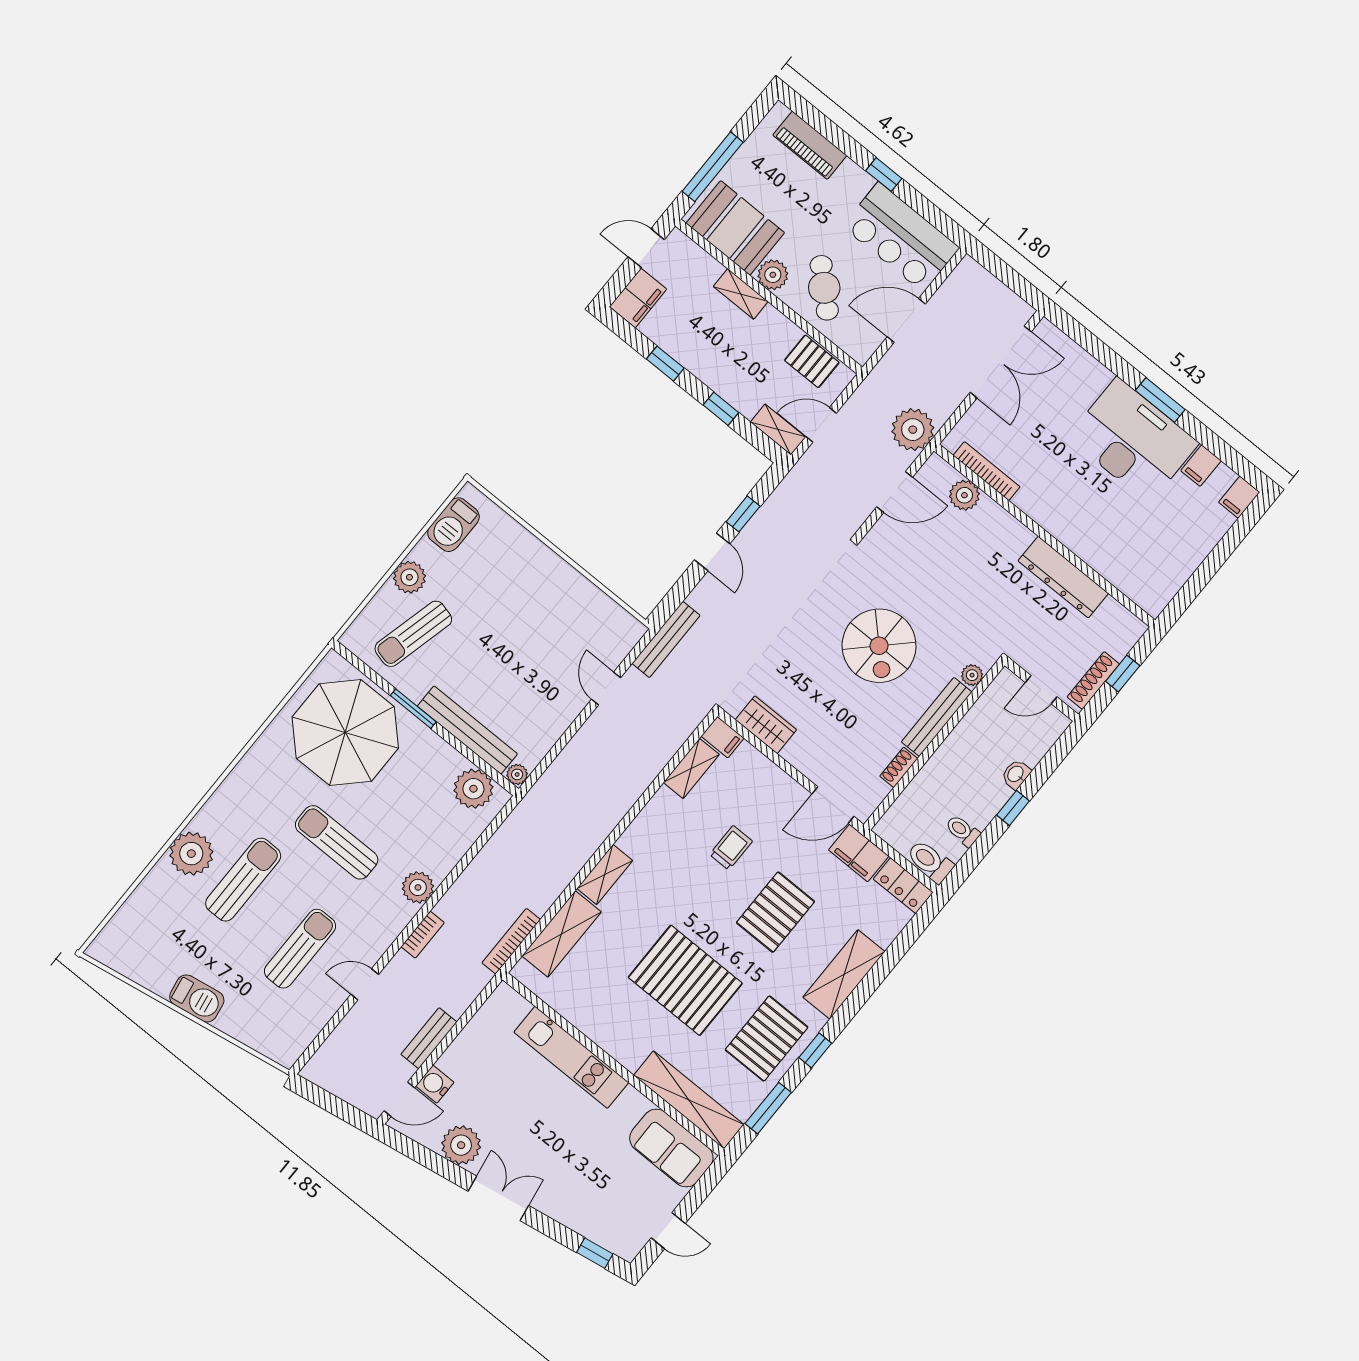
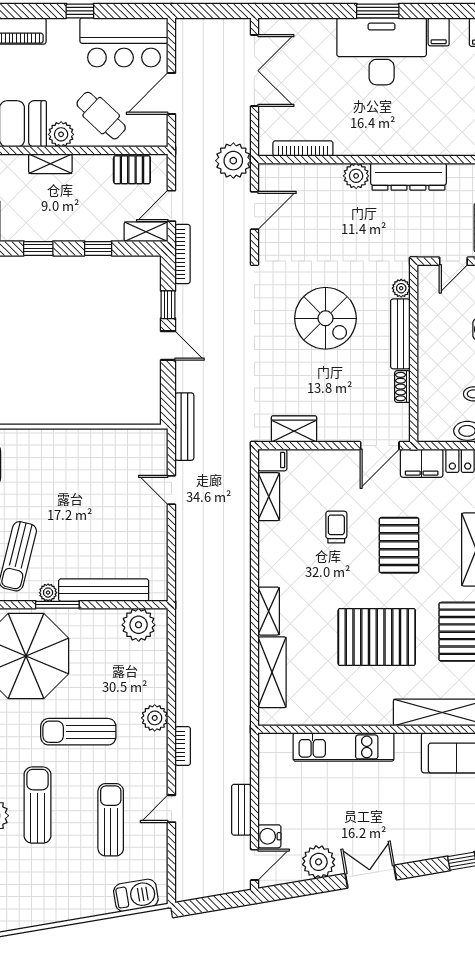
plant: (964, 495) -> (356, 176), moved
plant: (517, 774) -> (48, 593), moved
bookcase: (511, 941) -> (182, 254), moved, turned 180
barbecue: (197, 998) -> (136, 895), moved

